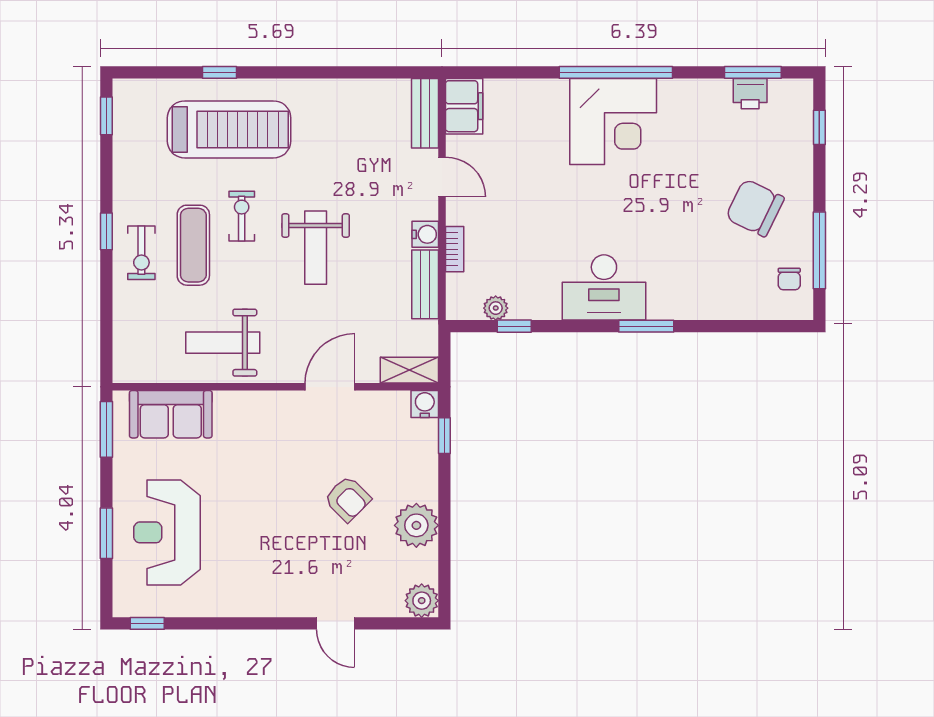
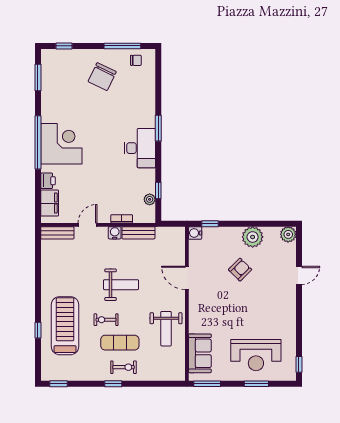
printer: (750, 94) -> (48, 181), moved
filing cabinet: (464, 106) -> (50, 203), moved, turned 90
shelving: (409, 370) -> (179, 240), removed

